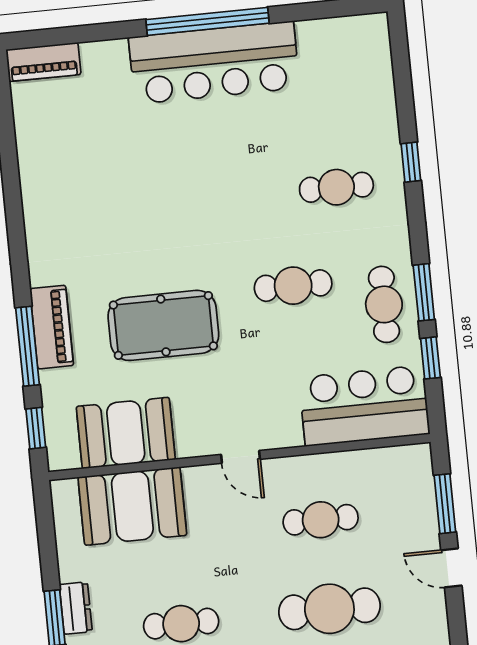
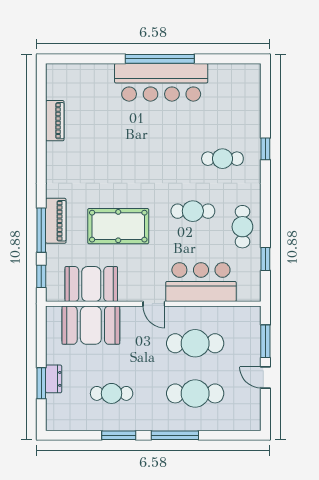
piano: (43, 62) -> (55, 121), moved, turned -90
window: (424, 292) -> (265, 222), removed
bar counter: (364, 406) -> (201, 282), moved
cafe table: (321, 520) -> (195, 343), width x1.37, depth x1.35

